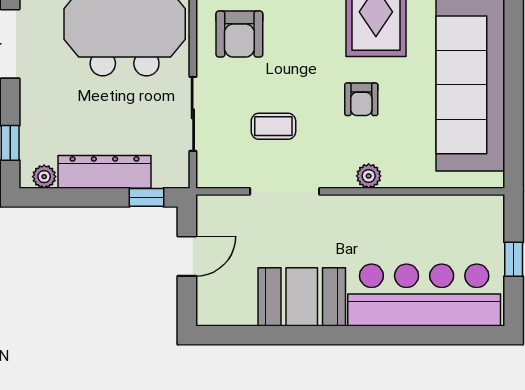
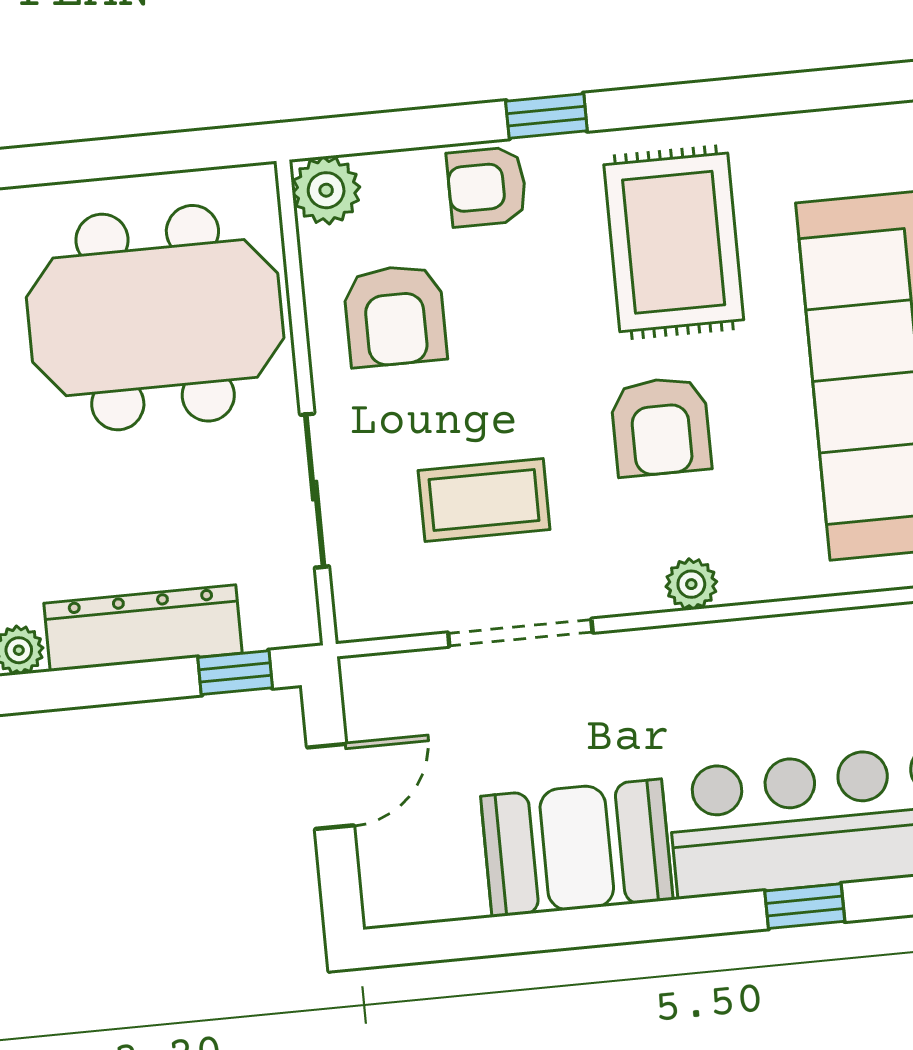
armchair: (361, 99) -> (661, 427), width x1.38, depth x1.38
coffee table: (273, 126) -> (484, 500), width x1.36, depth x1.30
window: (408, 335) -> (805, 906), added

